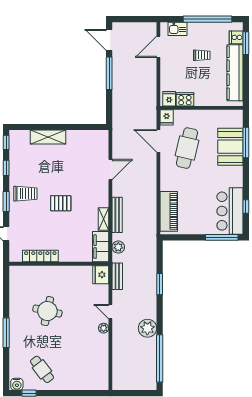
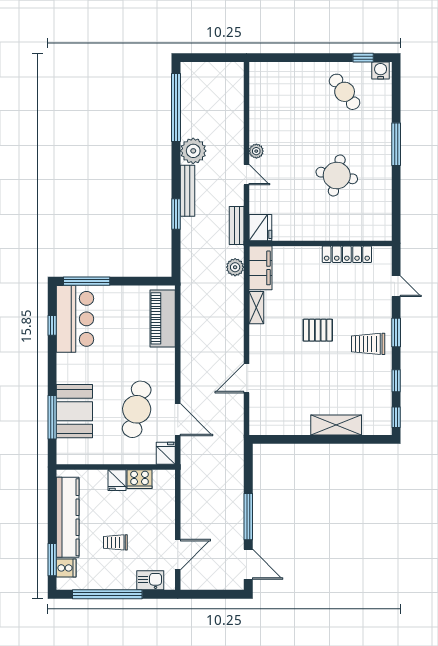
fridge: (169, 99) -> (117, 480), moved
bench: (117, 215) -> (187, 191), moved

